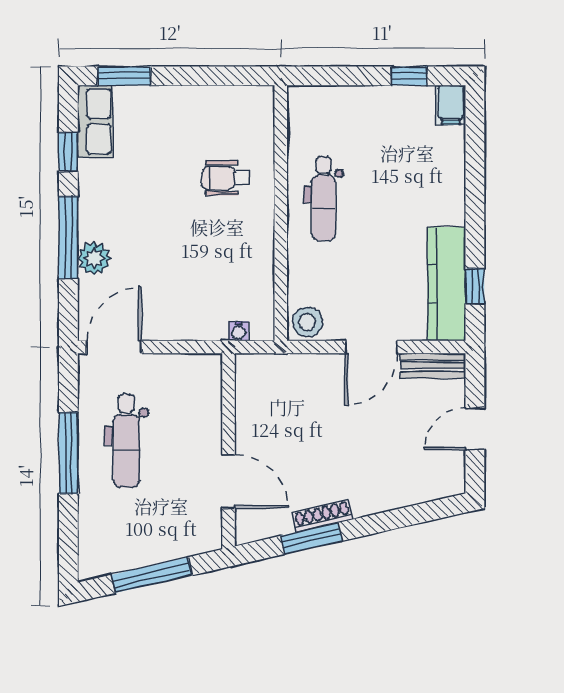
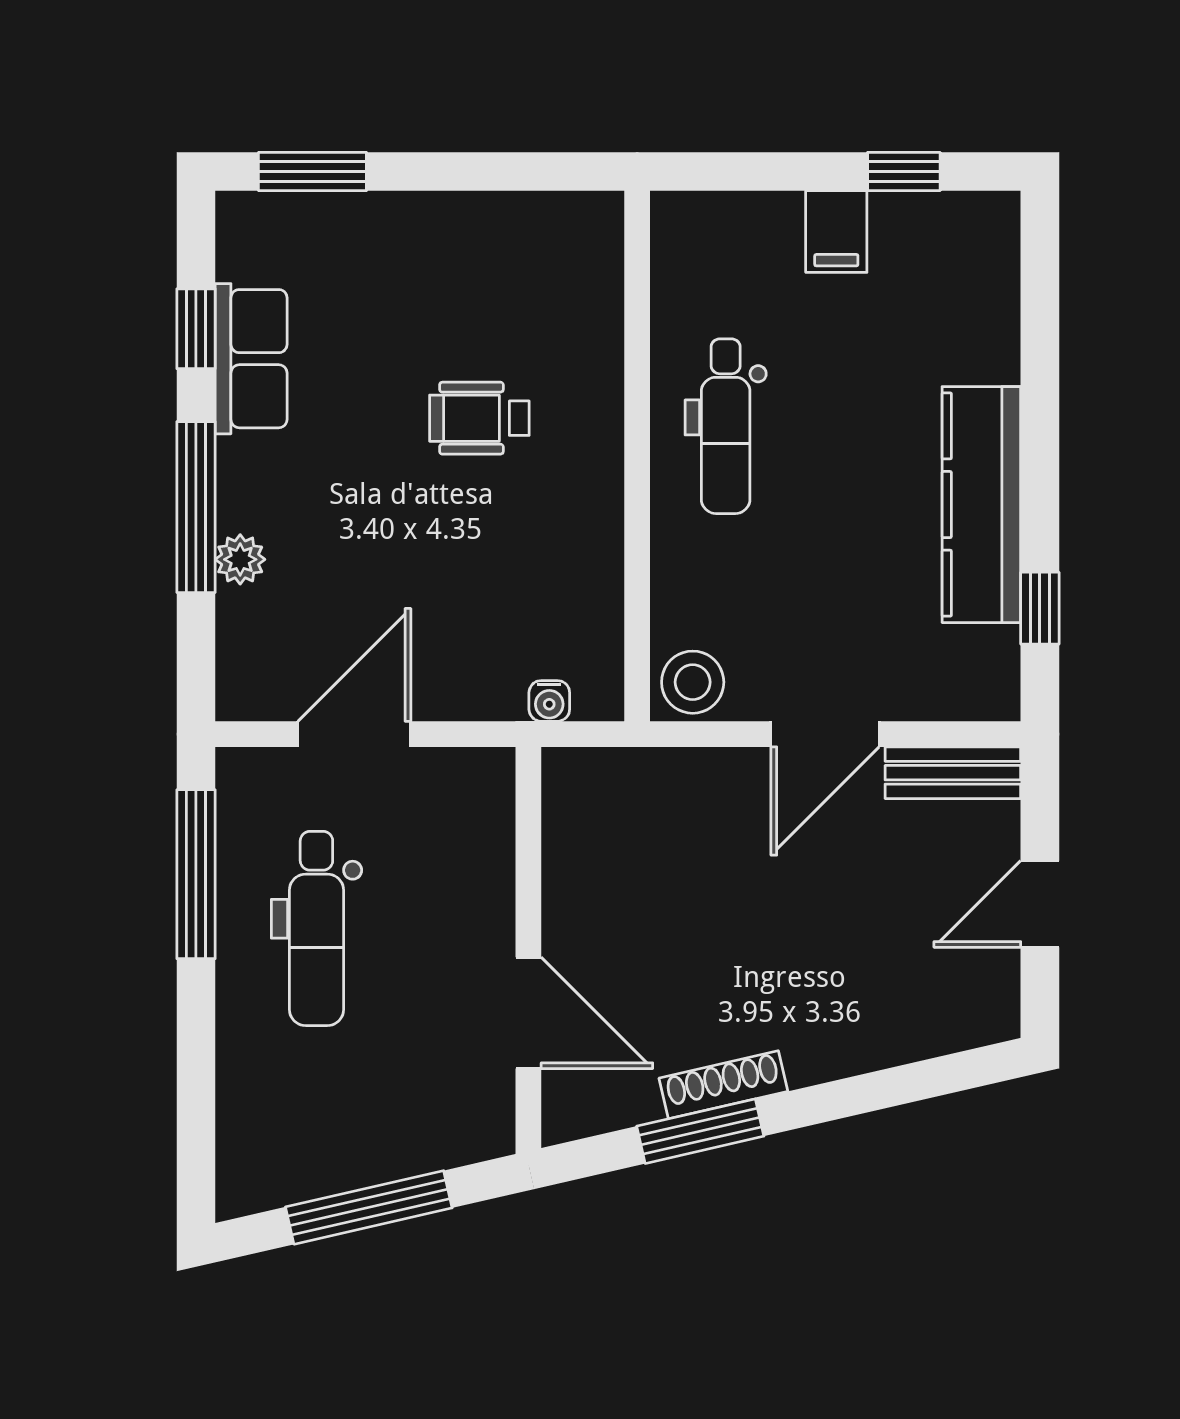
filing cabinet: (451, 105) -> (836, 232), moved
row of seats: (95, 121) -> (251, 359), moved
wheelchair: (226, 178) -> (479, 418), moved
plant: (94, 258) -> (240, 559), width x0.73, depth x0.73
kitchen counter: (447, 284) -> (981, 505), moved
door: (114, 347) -> (354, 734), moved
window: (68, 453) -> (196, 874), moved

